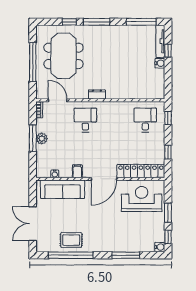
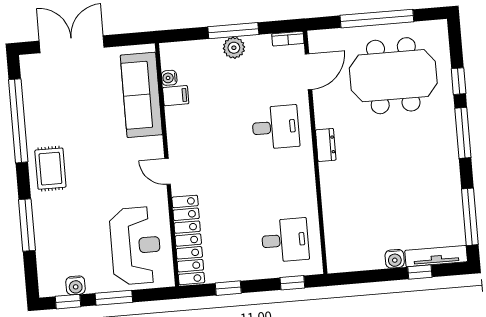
filing cabinet: (77, 171) -> (176, 96), moved
door: (104, 179) -> (168, 171), width x0.53
rug: (71, 240) -> (50, 169), moved
water cooler: (160, 247) -> (76, 285), moved

